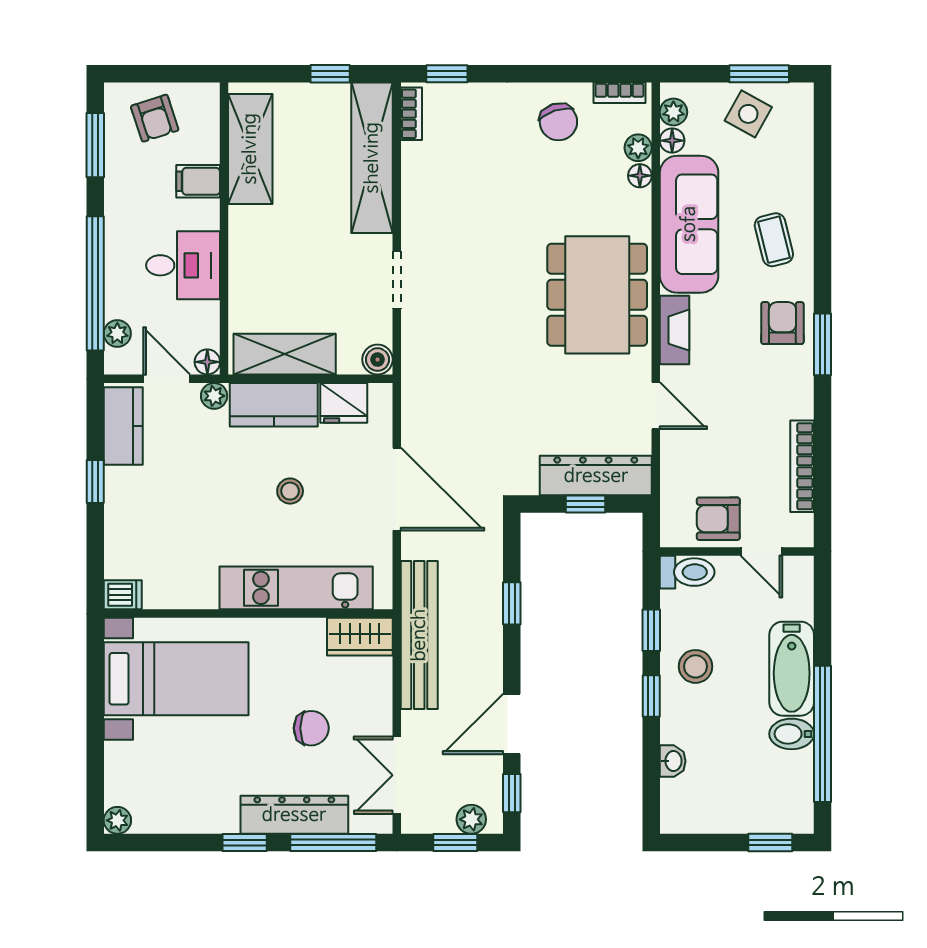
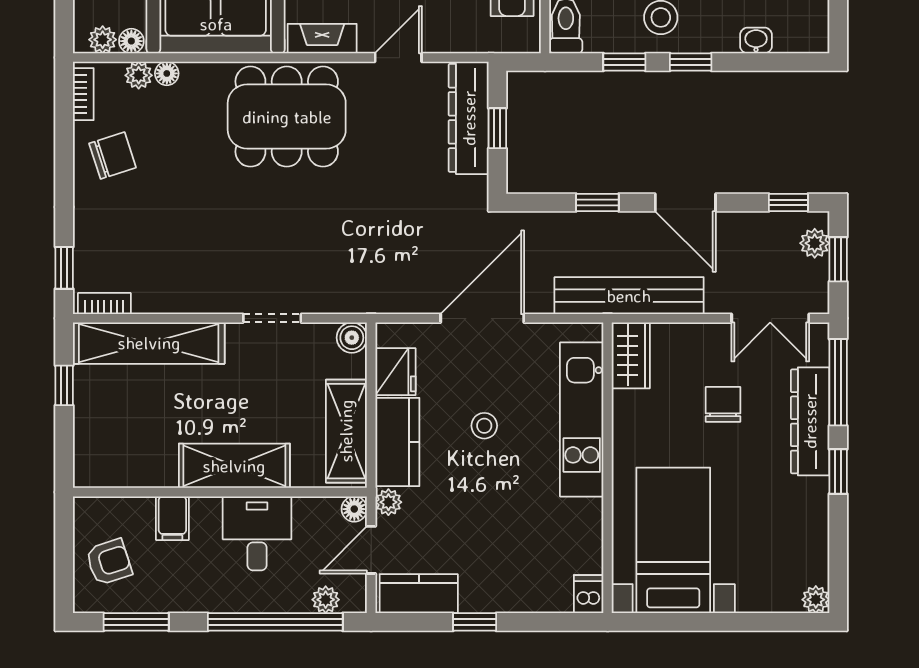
shelving: (250, 149) -> (234, 466), moved
door: (512, 724) -> (685, 203), moved

